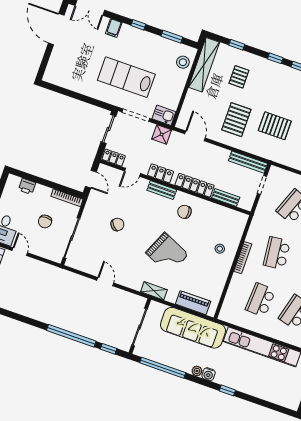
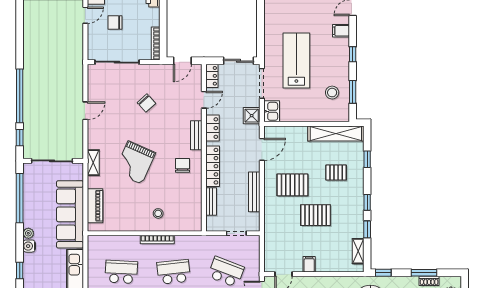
stool: (183, 62) -> (332, 93), moved
pallet: (275, 126) -> (316, 215), moved, turned 90
bench: (248, 162) -> (254, 192), moved
door: (133, 172) -> (204, 100), swing flipped
chair: (45, 221) -> (115, 22), moved

